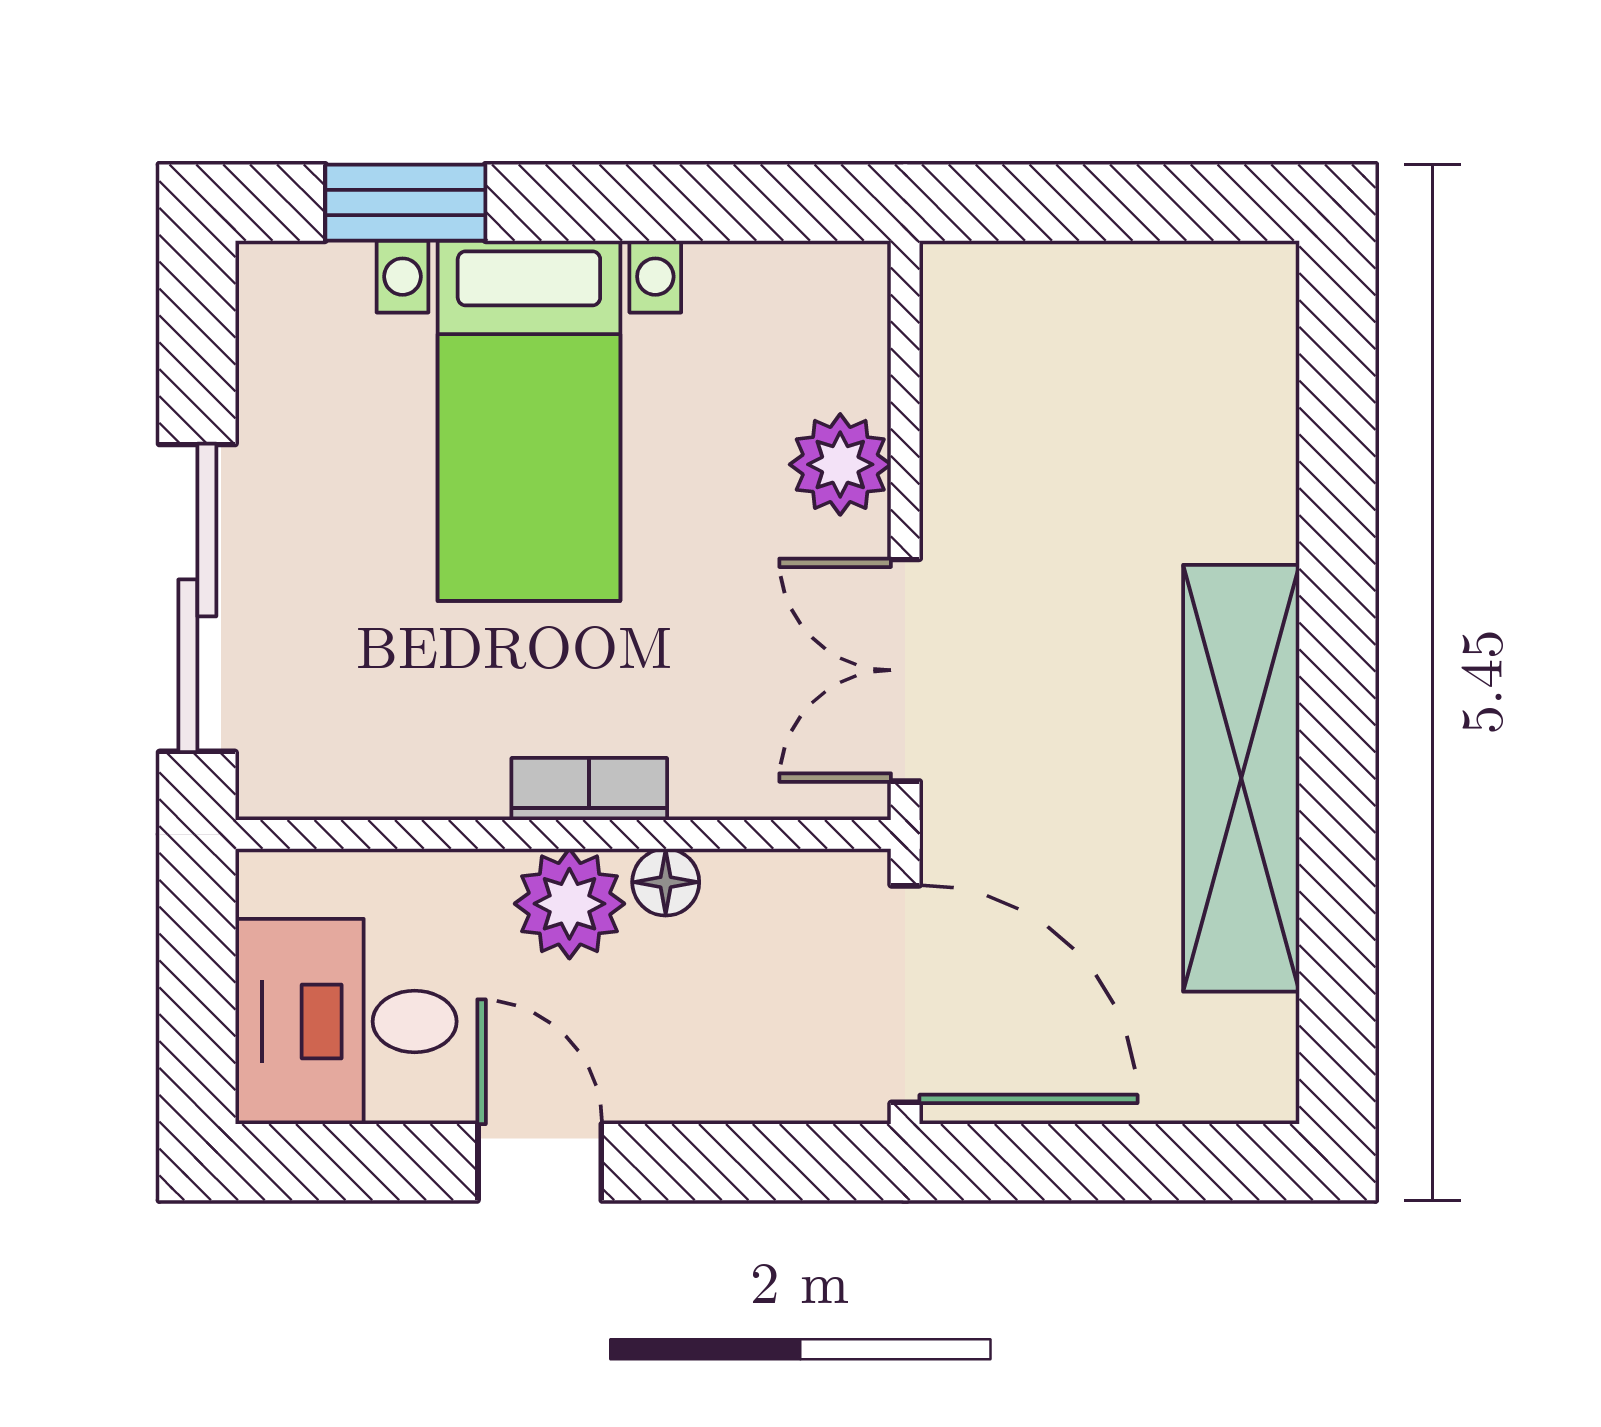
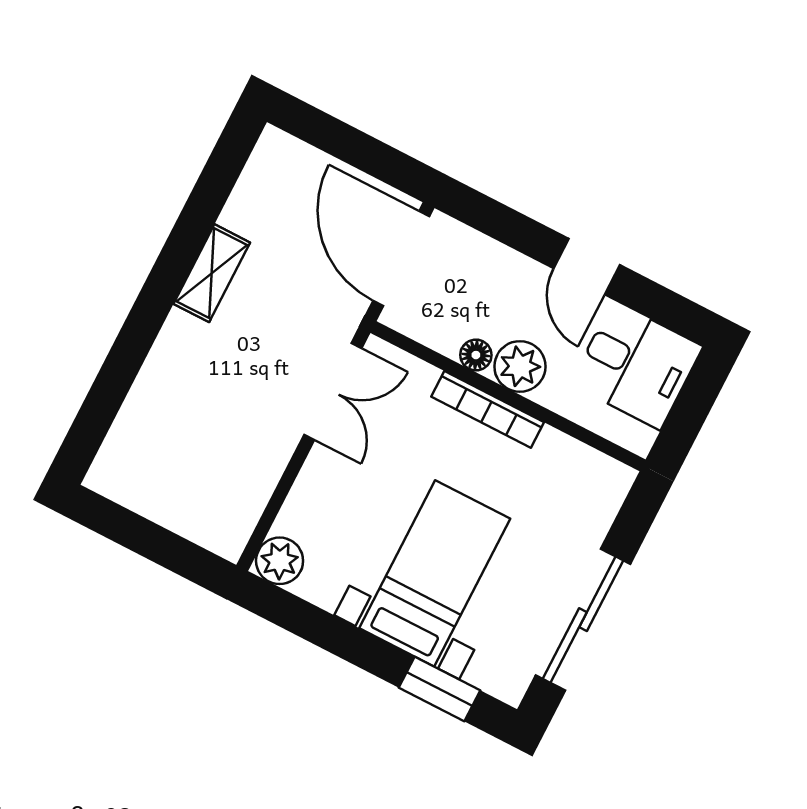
plant: (840, 464) -> (280, 561), moved
sliding door: (197, 598) -> (583, 620), moved
shelving: (1241, 778) -> (212, 273), width x0.45, depth x0.75
bookcase: (589, 789) -> (488, 409), width x1.56

